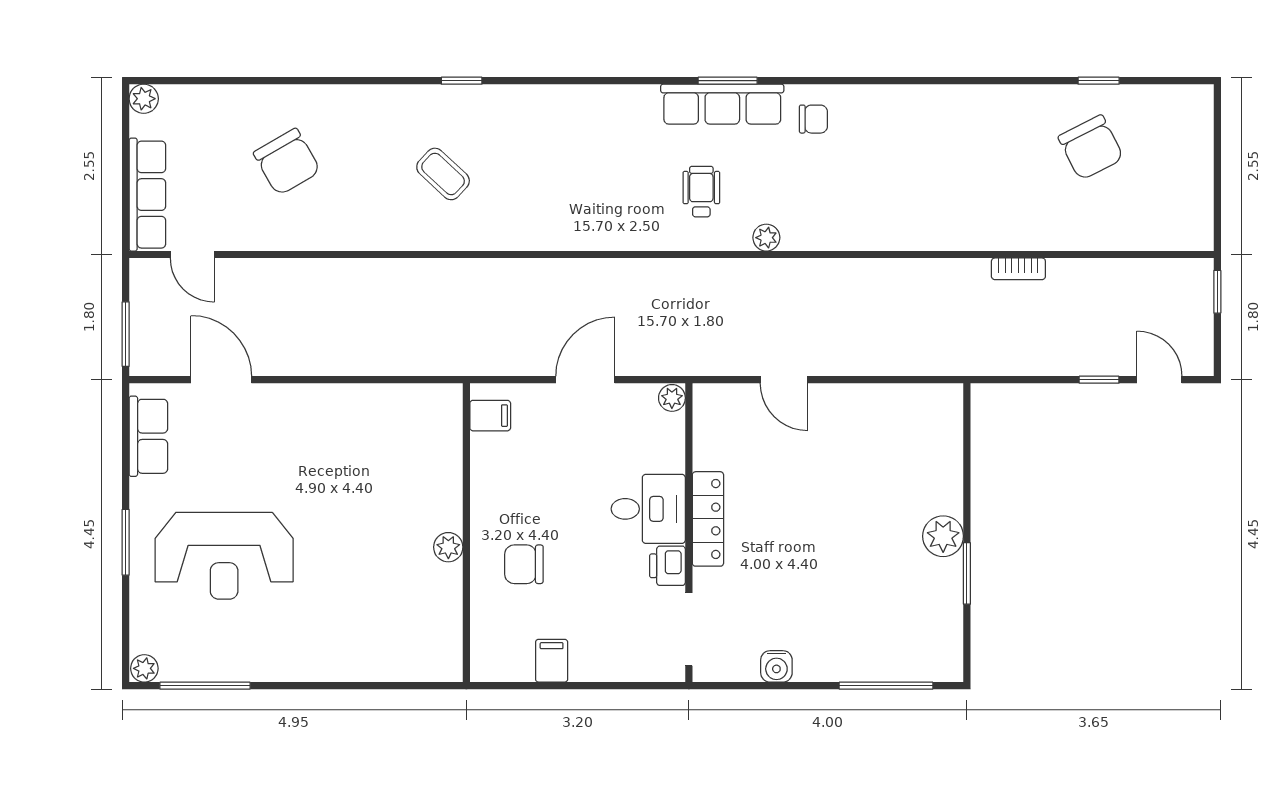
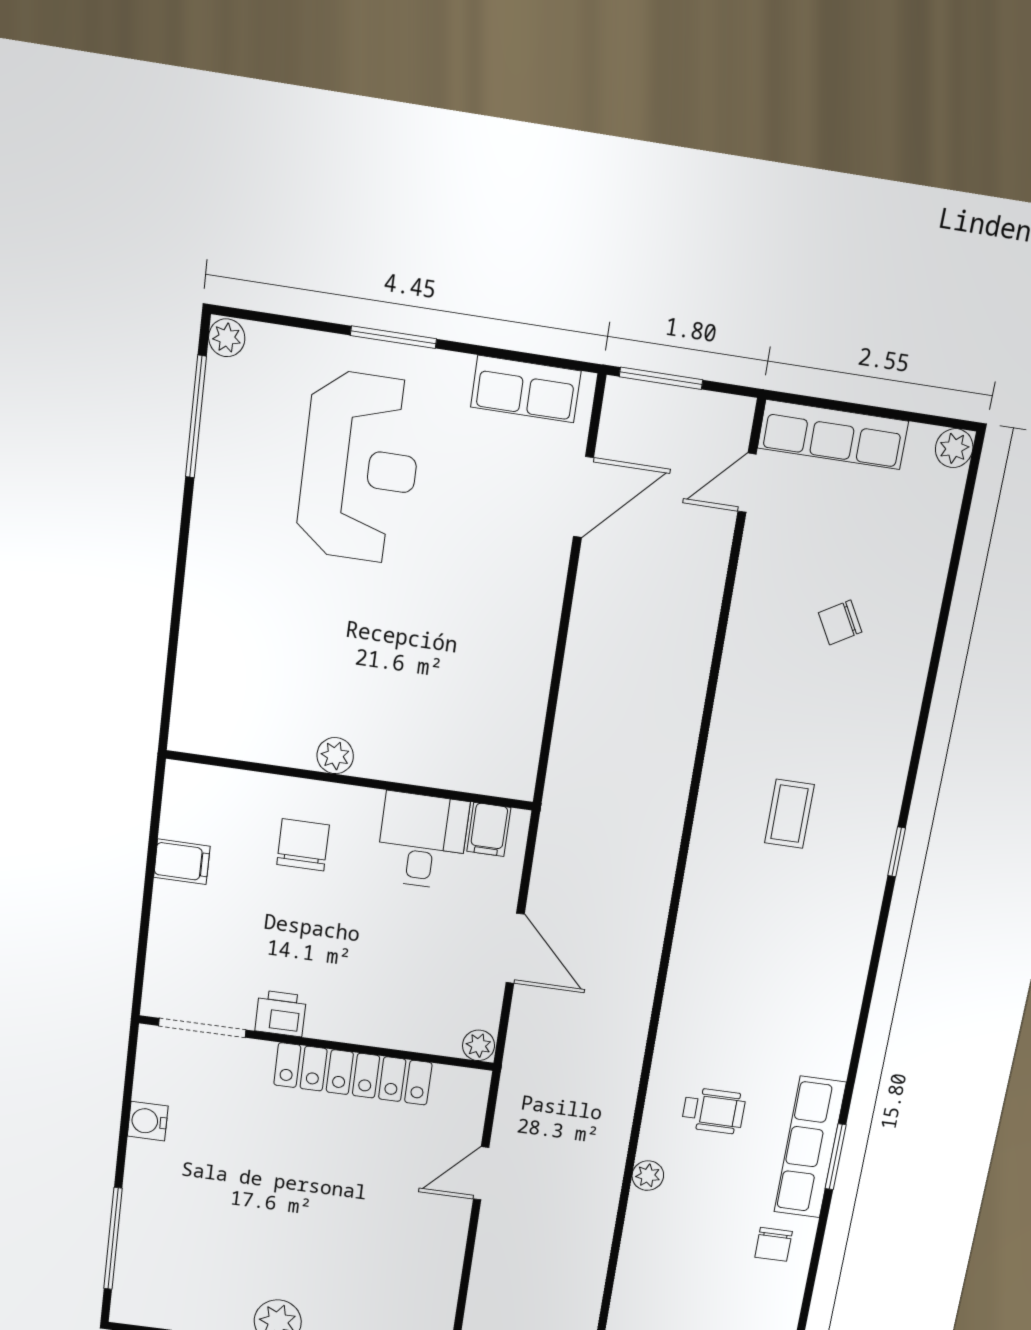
chair: (287, 162) -> (840, 622), width x0.54, depth x0.54
coffee table: (443, 174) -> (789, 814), turned -43
desk: (648, 509) -> (422, 841), moved, turned 180
locker: (708, 519) -> (353, 1074), width x1.41, depth x1.21
reception desk: (224, 556) -> (360, 467), turned 180

